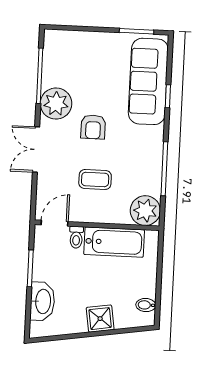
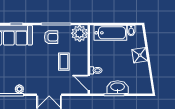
plant: (56, 104) -> (19, 89), width x0.53, depth x0.53
armchair: (93, 127) -> (51, 37), moved
bathtub: (114, 242) -> (110, 33), moved, turned 90
washbasin: (42, 301) -> (118, 87), moved

